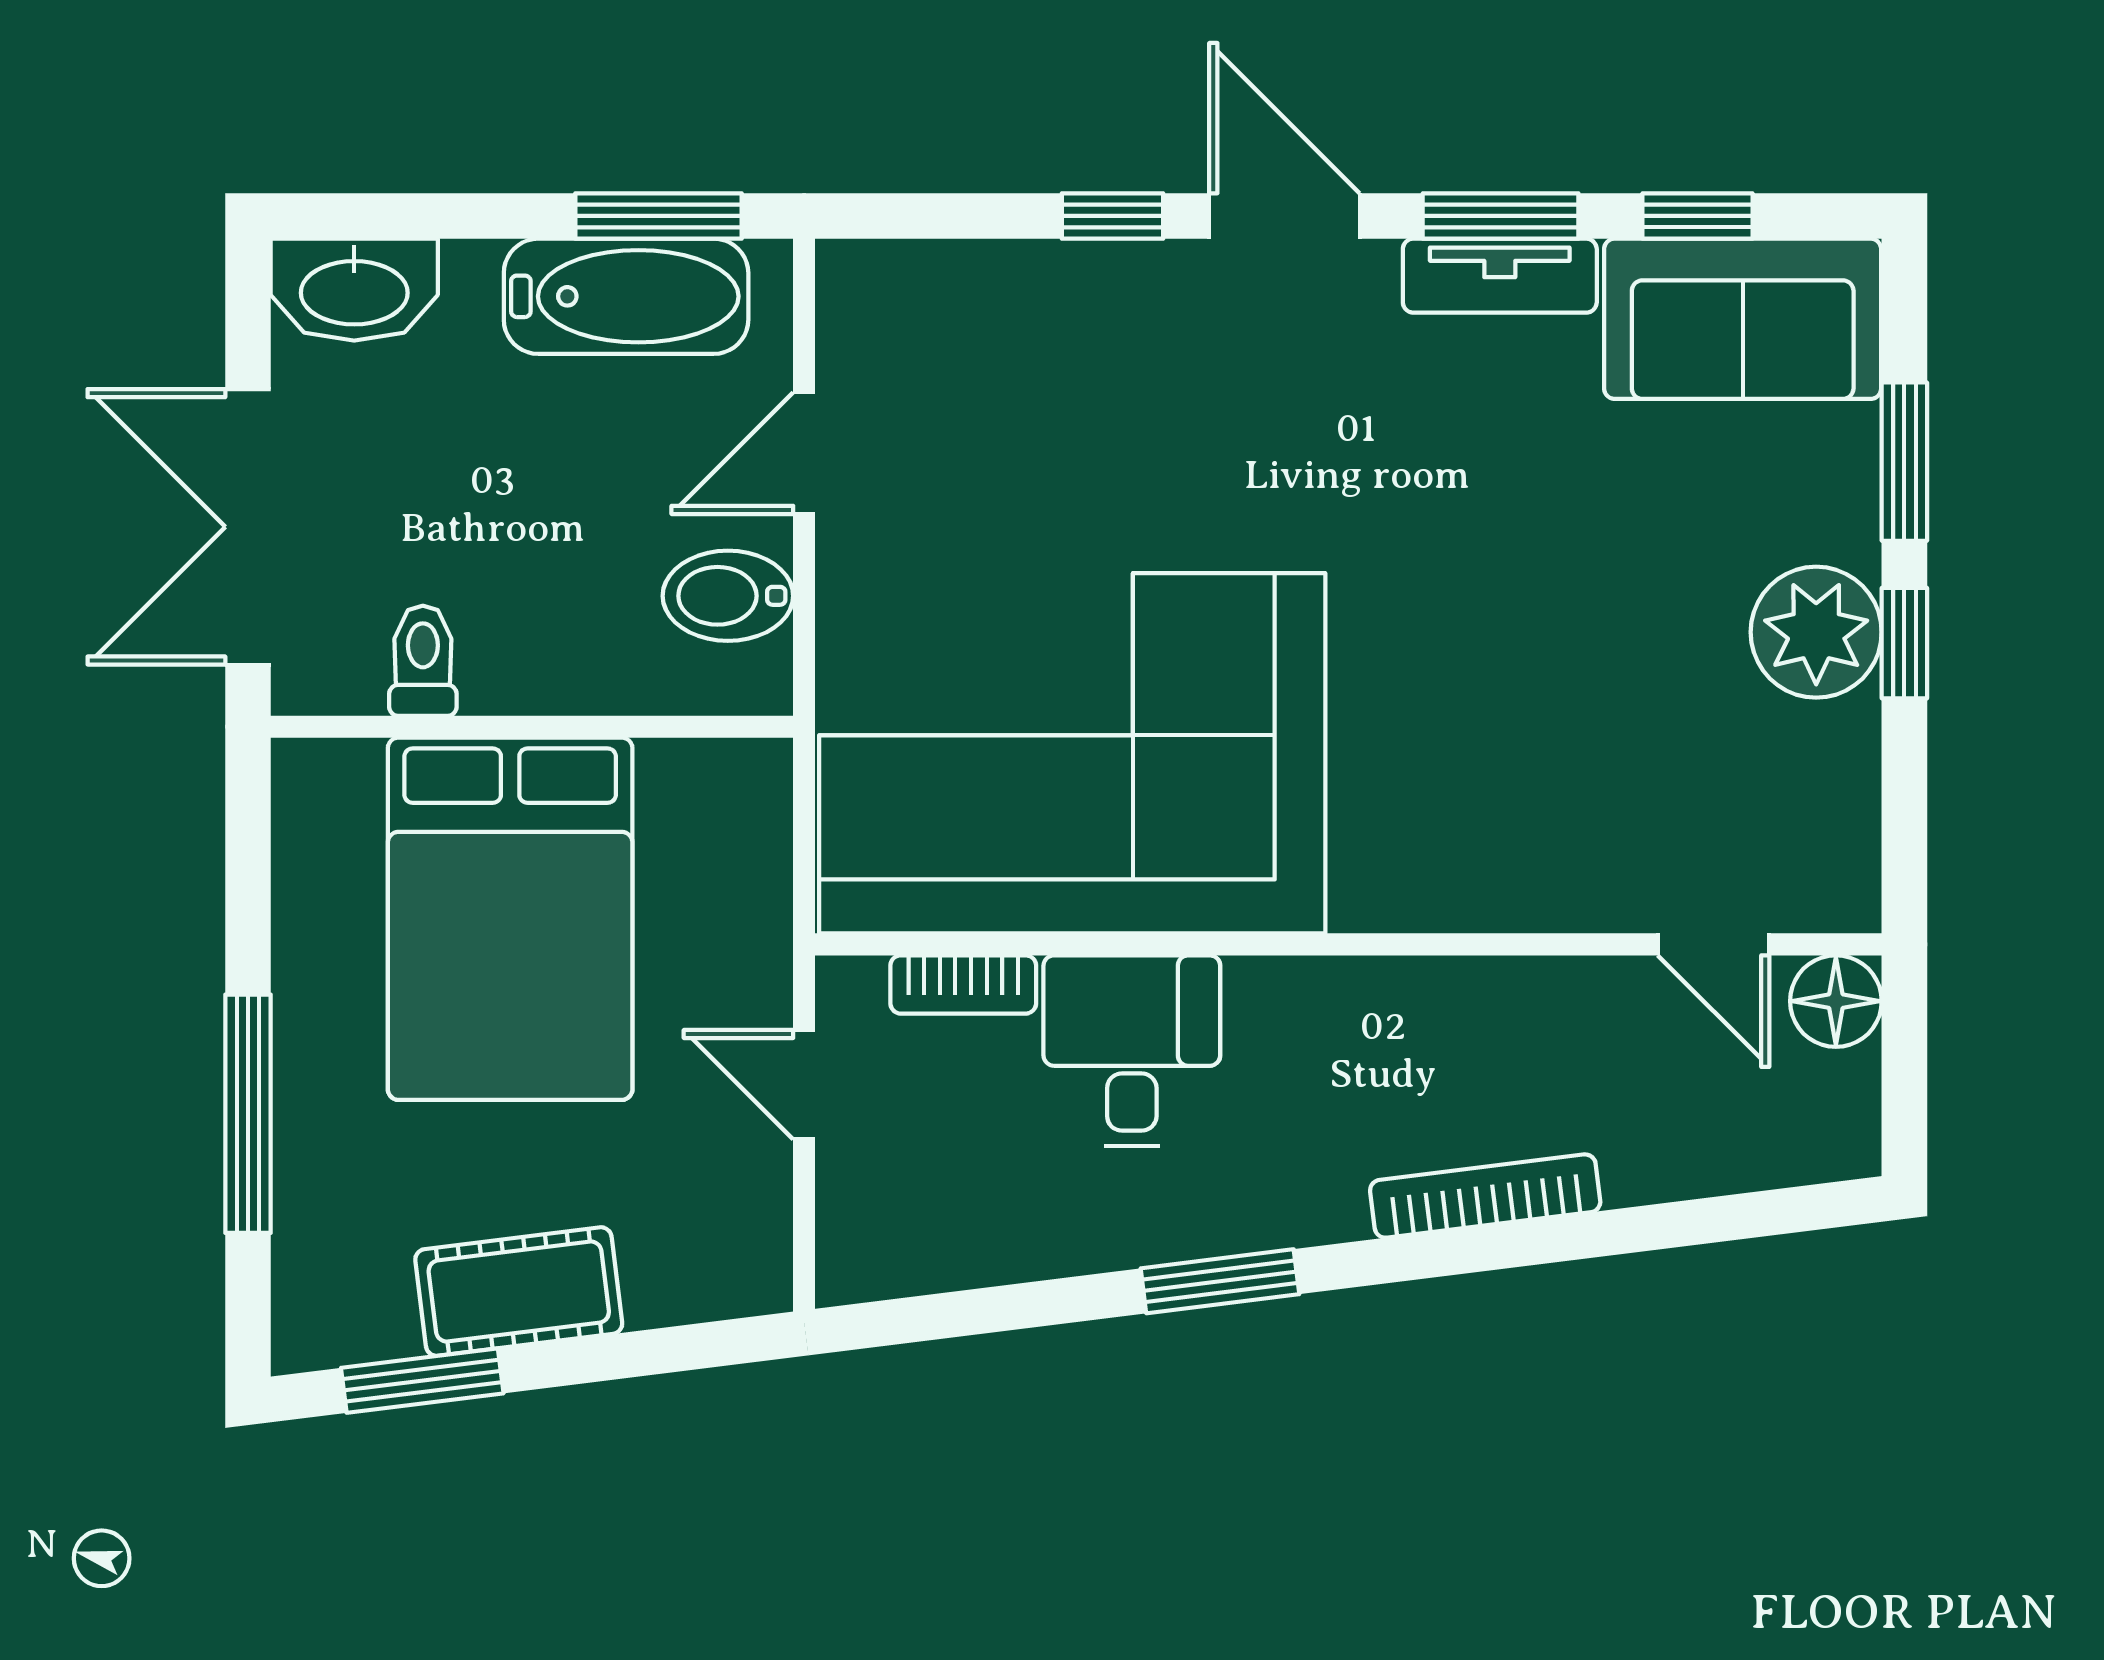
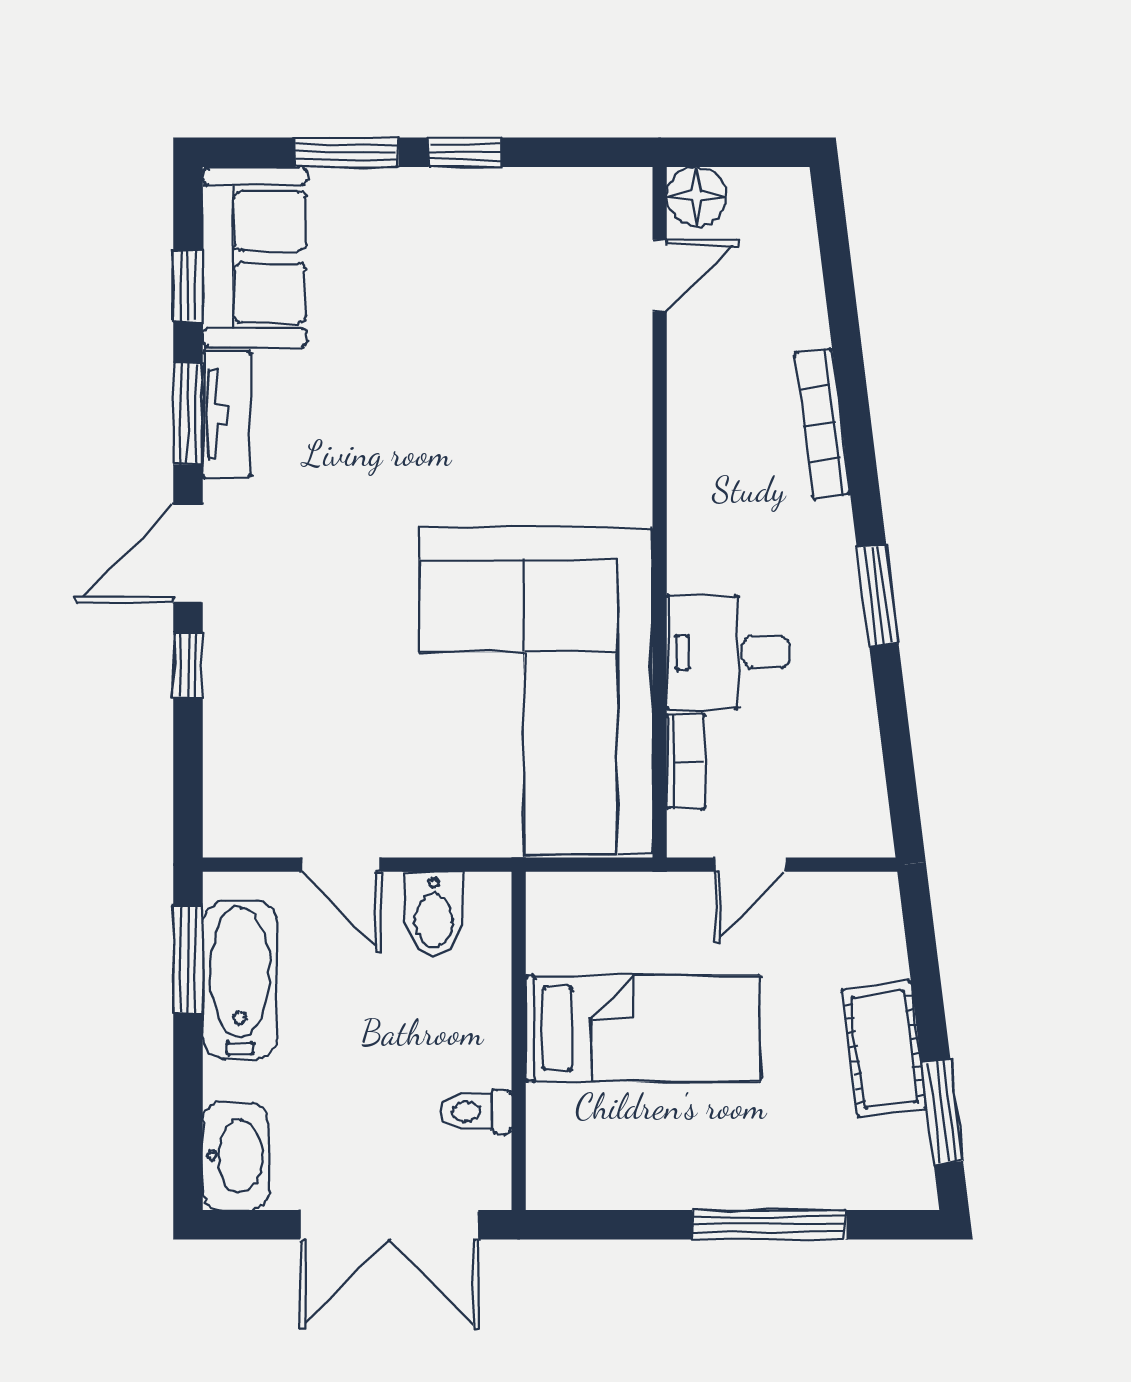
plant: (1816, 632) -> (457, 209), removed
bed: (510, 919) -> (643, 1029), width x0.67

